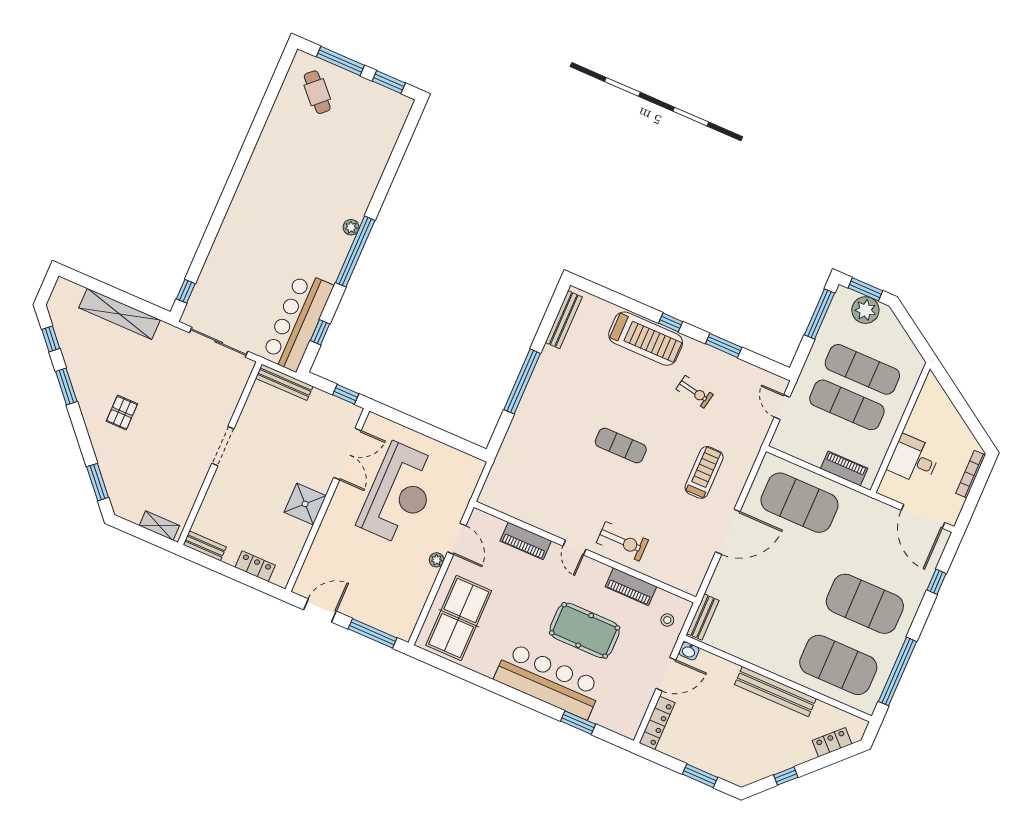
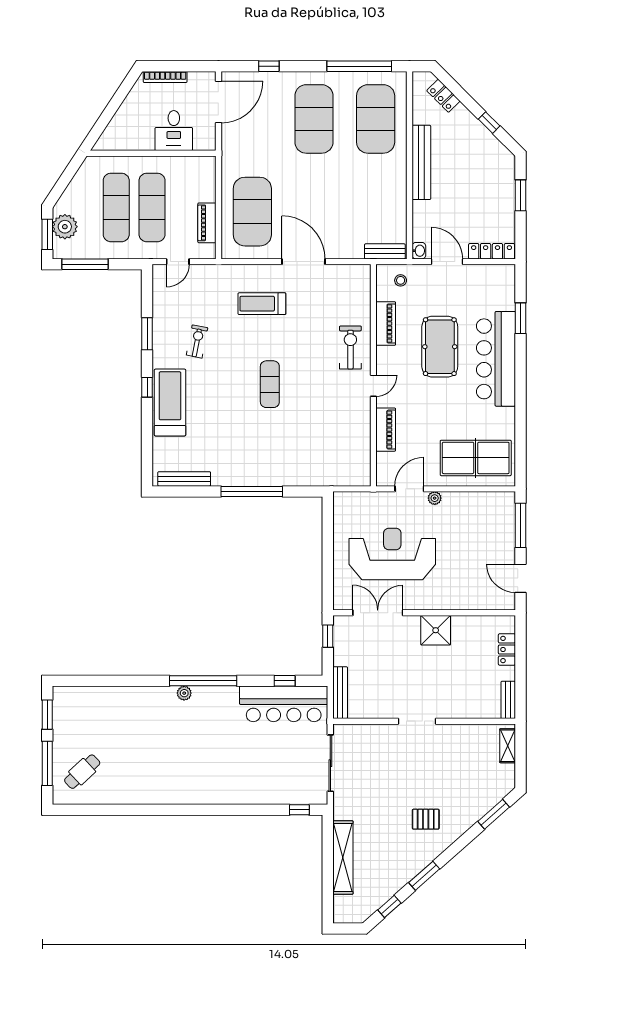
piano: (844, 468) -> (207, 223), moved

